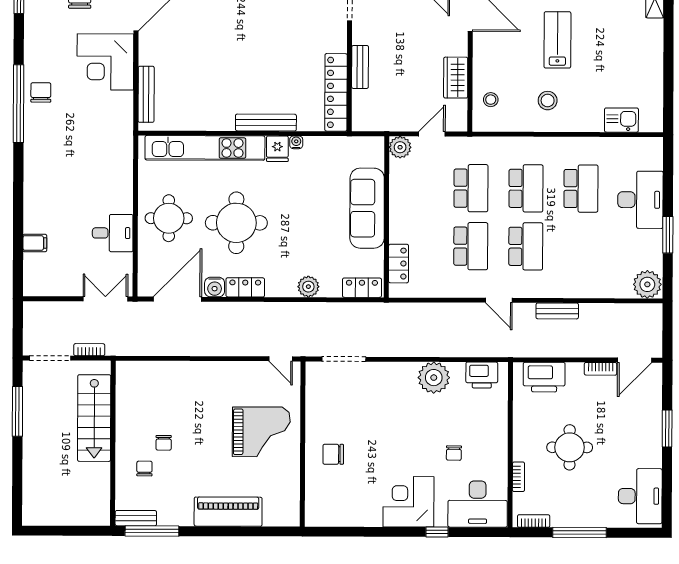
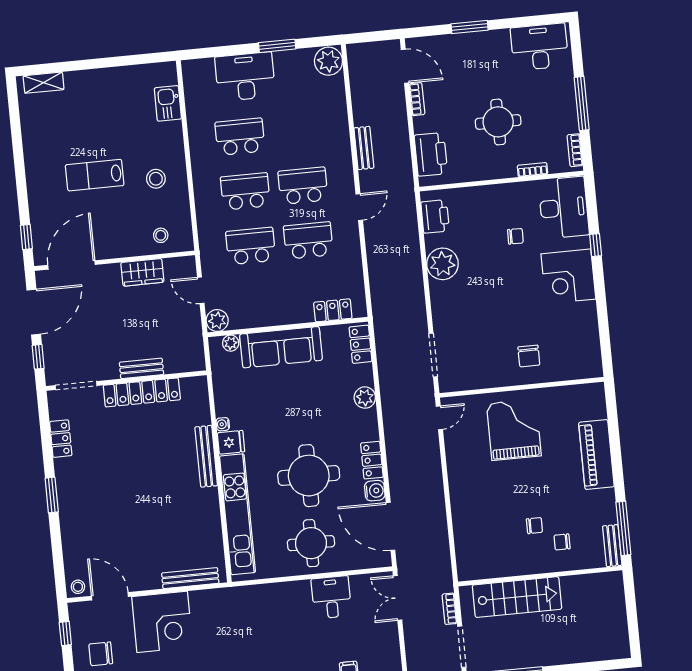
locker: (336, 92) -> (142, 392), moved
plant: (376, 158) -> (231, 343), added

